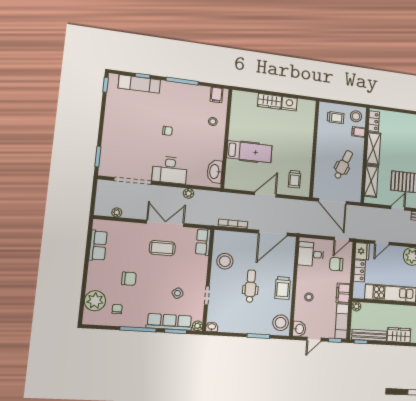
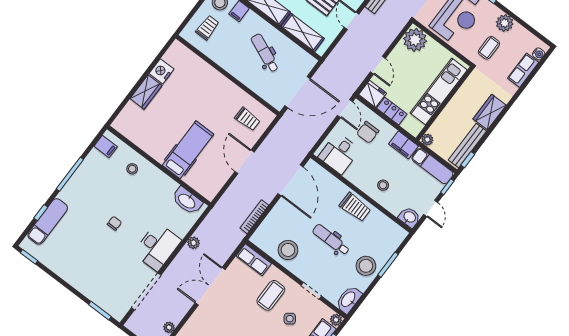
coffee table: (162, 248) -> (271, 295), moved
stool: (281, 323) -> (366, 266), moved
washbasin: (212, 327) -> (349, 300), width x1.91, depth x1.45

